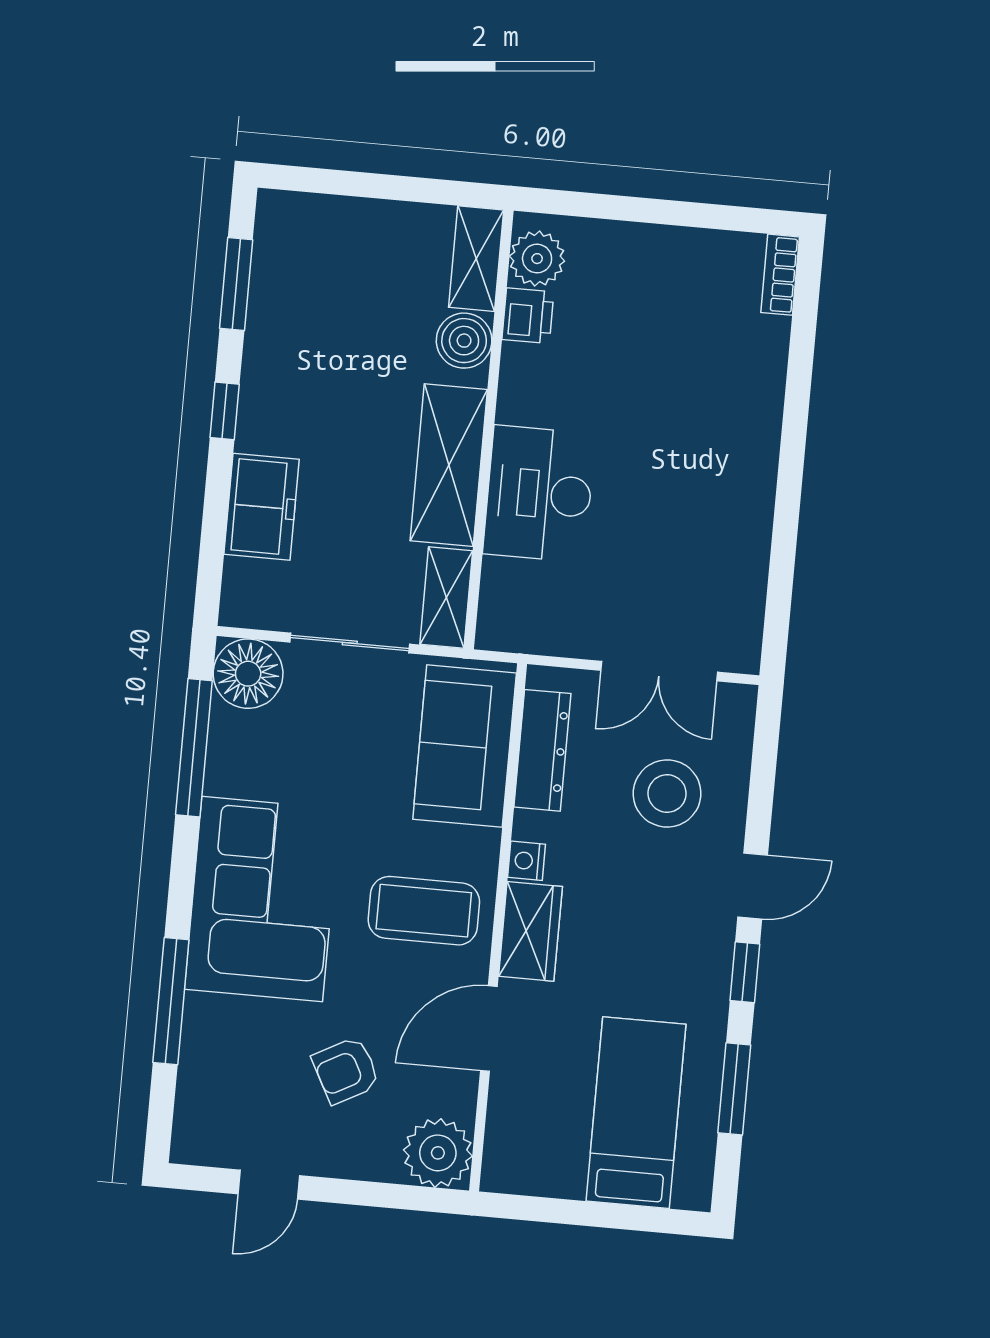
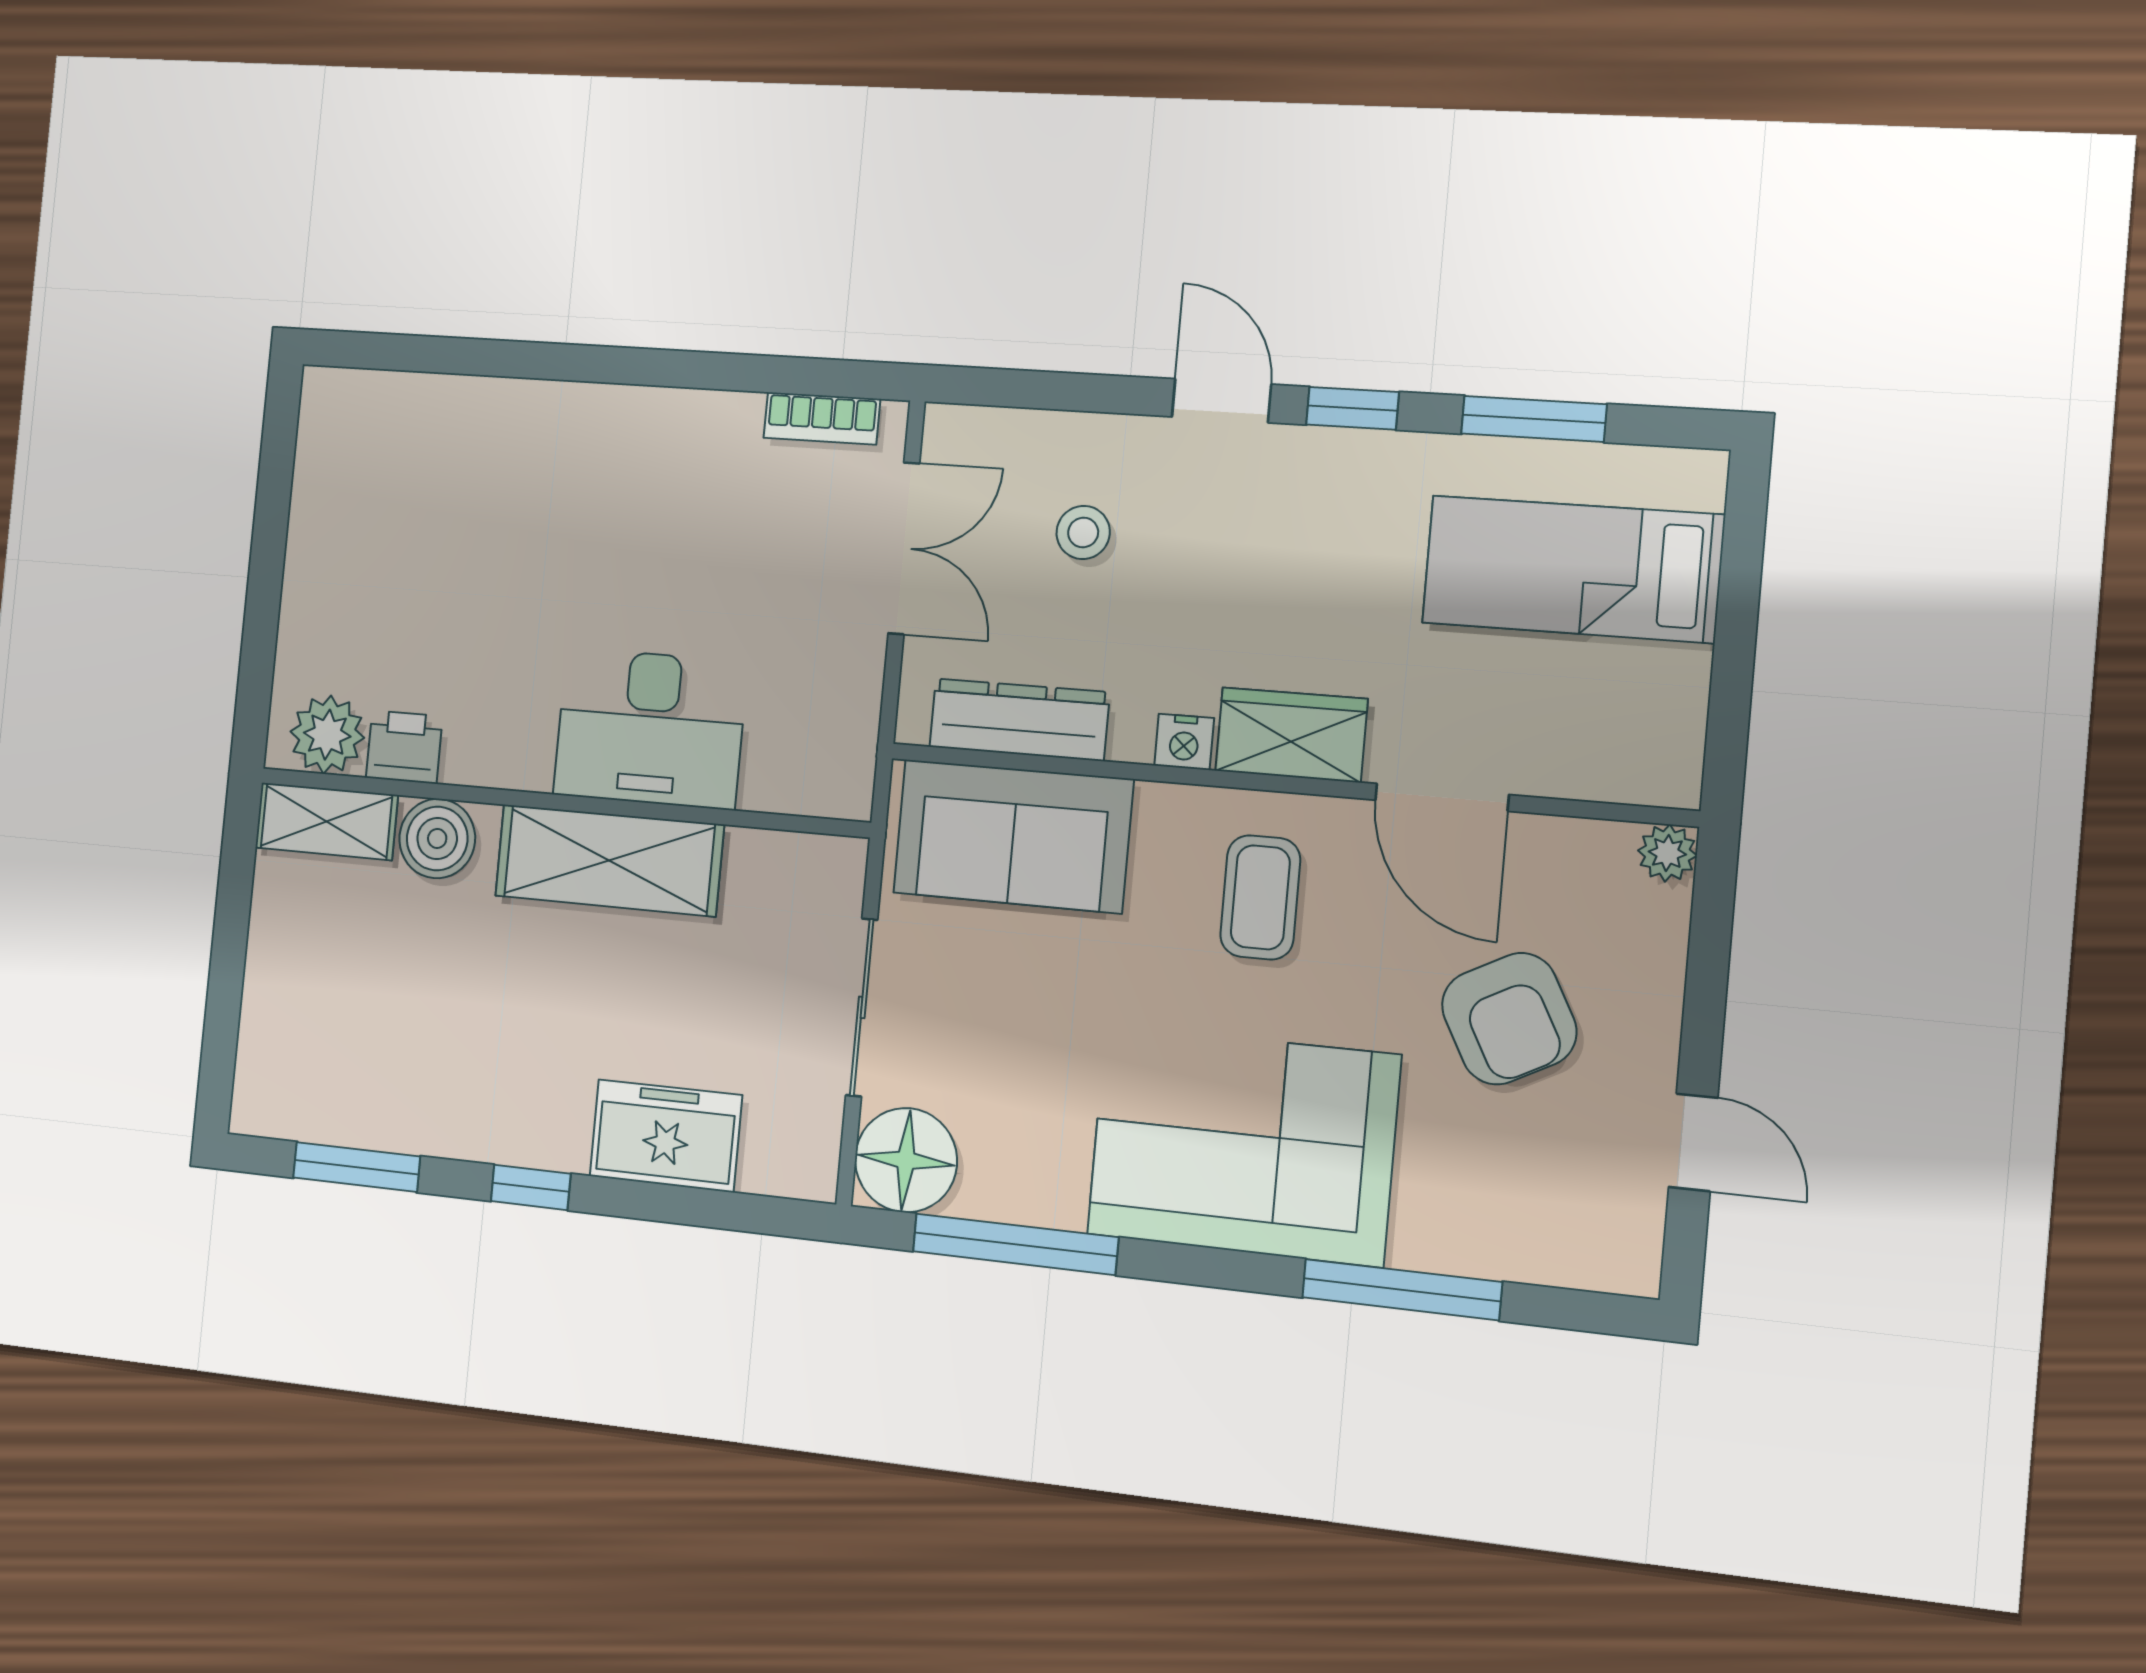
bookcase: (780, 275) -> (822, 418), moved
shelving: (446, 598) -> (797, 864), removed
stool: (667, 793) -> (1083, 532), width x0.53, depth x0.53
coffee table: (424, 911) -> (1260, 897), width x0.73, depth x0.77
armchair: (346, 1070) -> (1509, 1019), width x1.38, depth x1.38
plant: (438, 1153) -> (1667, 853), width x0.53, depth x0.53

